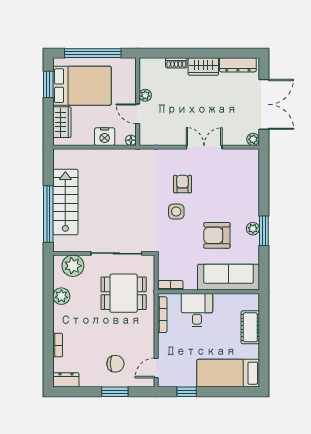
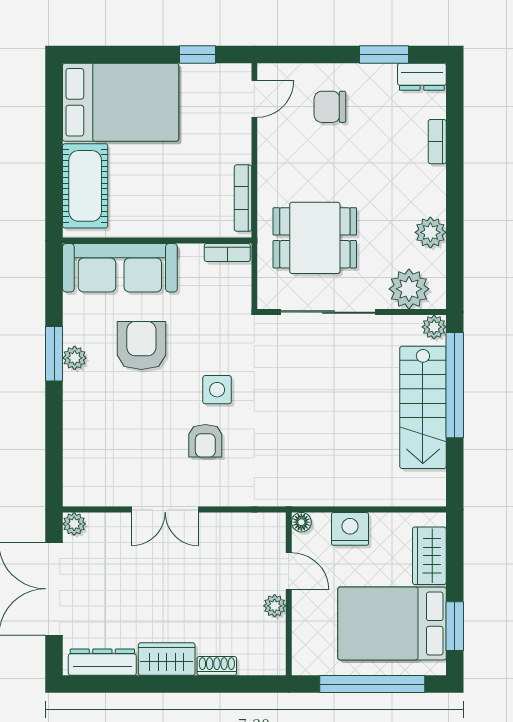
armchair: (217, 235) -> (141, 345), turned -90
plant: (59, 245) -> (434, 327), added
desk: (197, 310) -> (178, 206), removed
cot: (250, 327) -> (85, 186), width x1.37, depth x1.34
bed: (228, 373) -> (121, 102), width x1.50
window: (115, 392) -> (384, 55), moved

